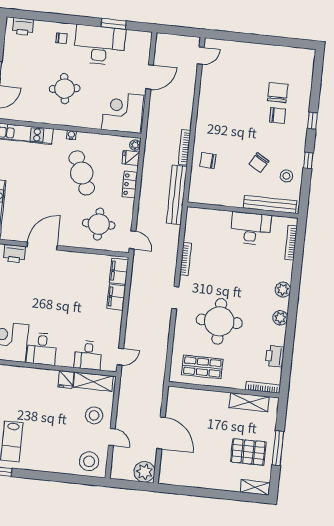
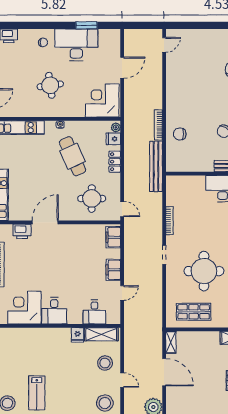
filing cabinet: (116, 297) -> (113, 270), moved
door: (120, 357) -> (122, 293), moved
shelving: (172, 399) -> (171, 342), added

